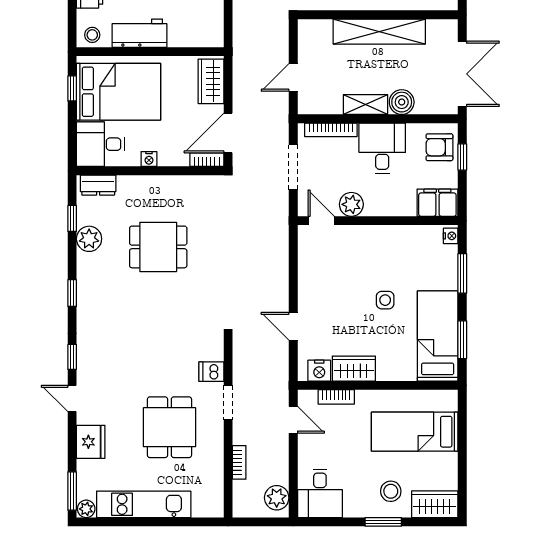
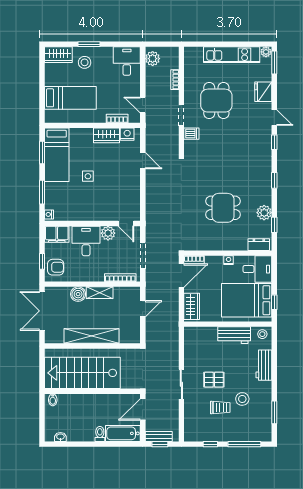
desk: (382, 148) -> (86, 241), moved, turned 180

